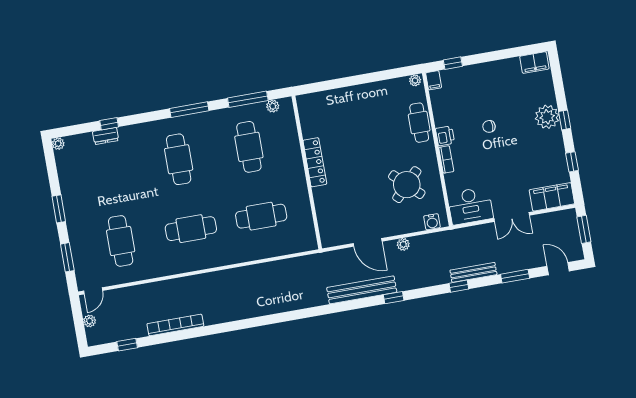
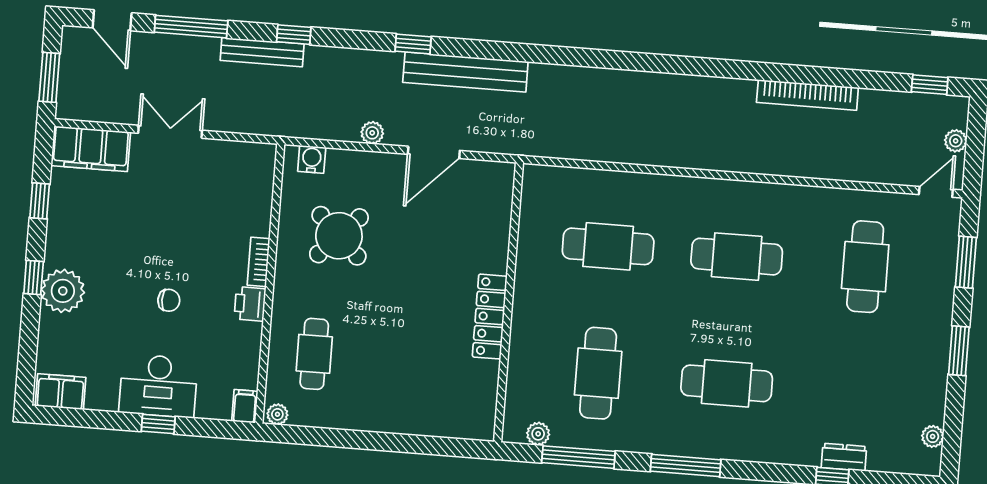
window: (453, 63) -> (158, 424), moved
cafe table: (419, 123) -> (314, 354), moved
plant: (58, 144) -> (933, 436), moved
cafe table: (179, 159) -> (727, 383), turned 90
desk: (470, 206) -> (158, 386), moved, turned 180
door: (368, 242) -> (434, 152), swing flipped
window: (515, 276) -> (191, 27), width x1.44
window: (127, 345) -> (930, 85), moved

